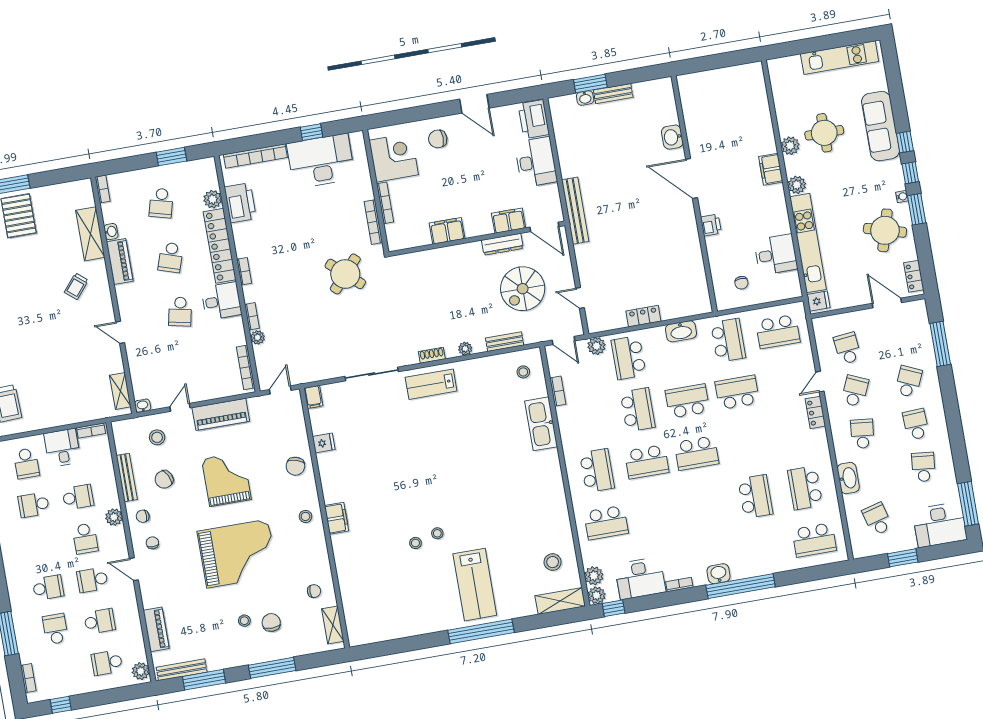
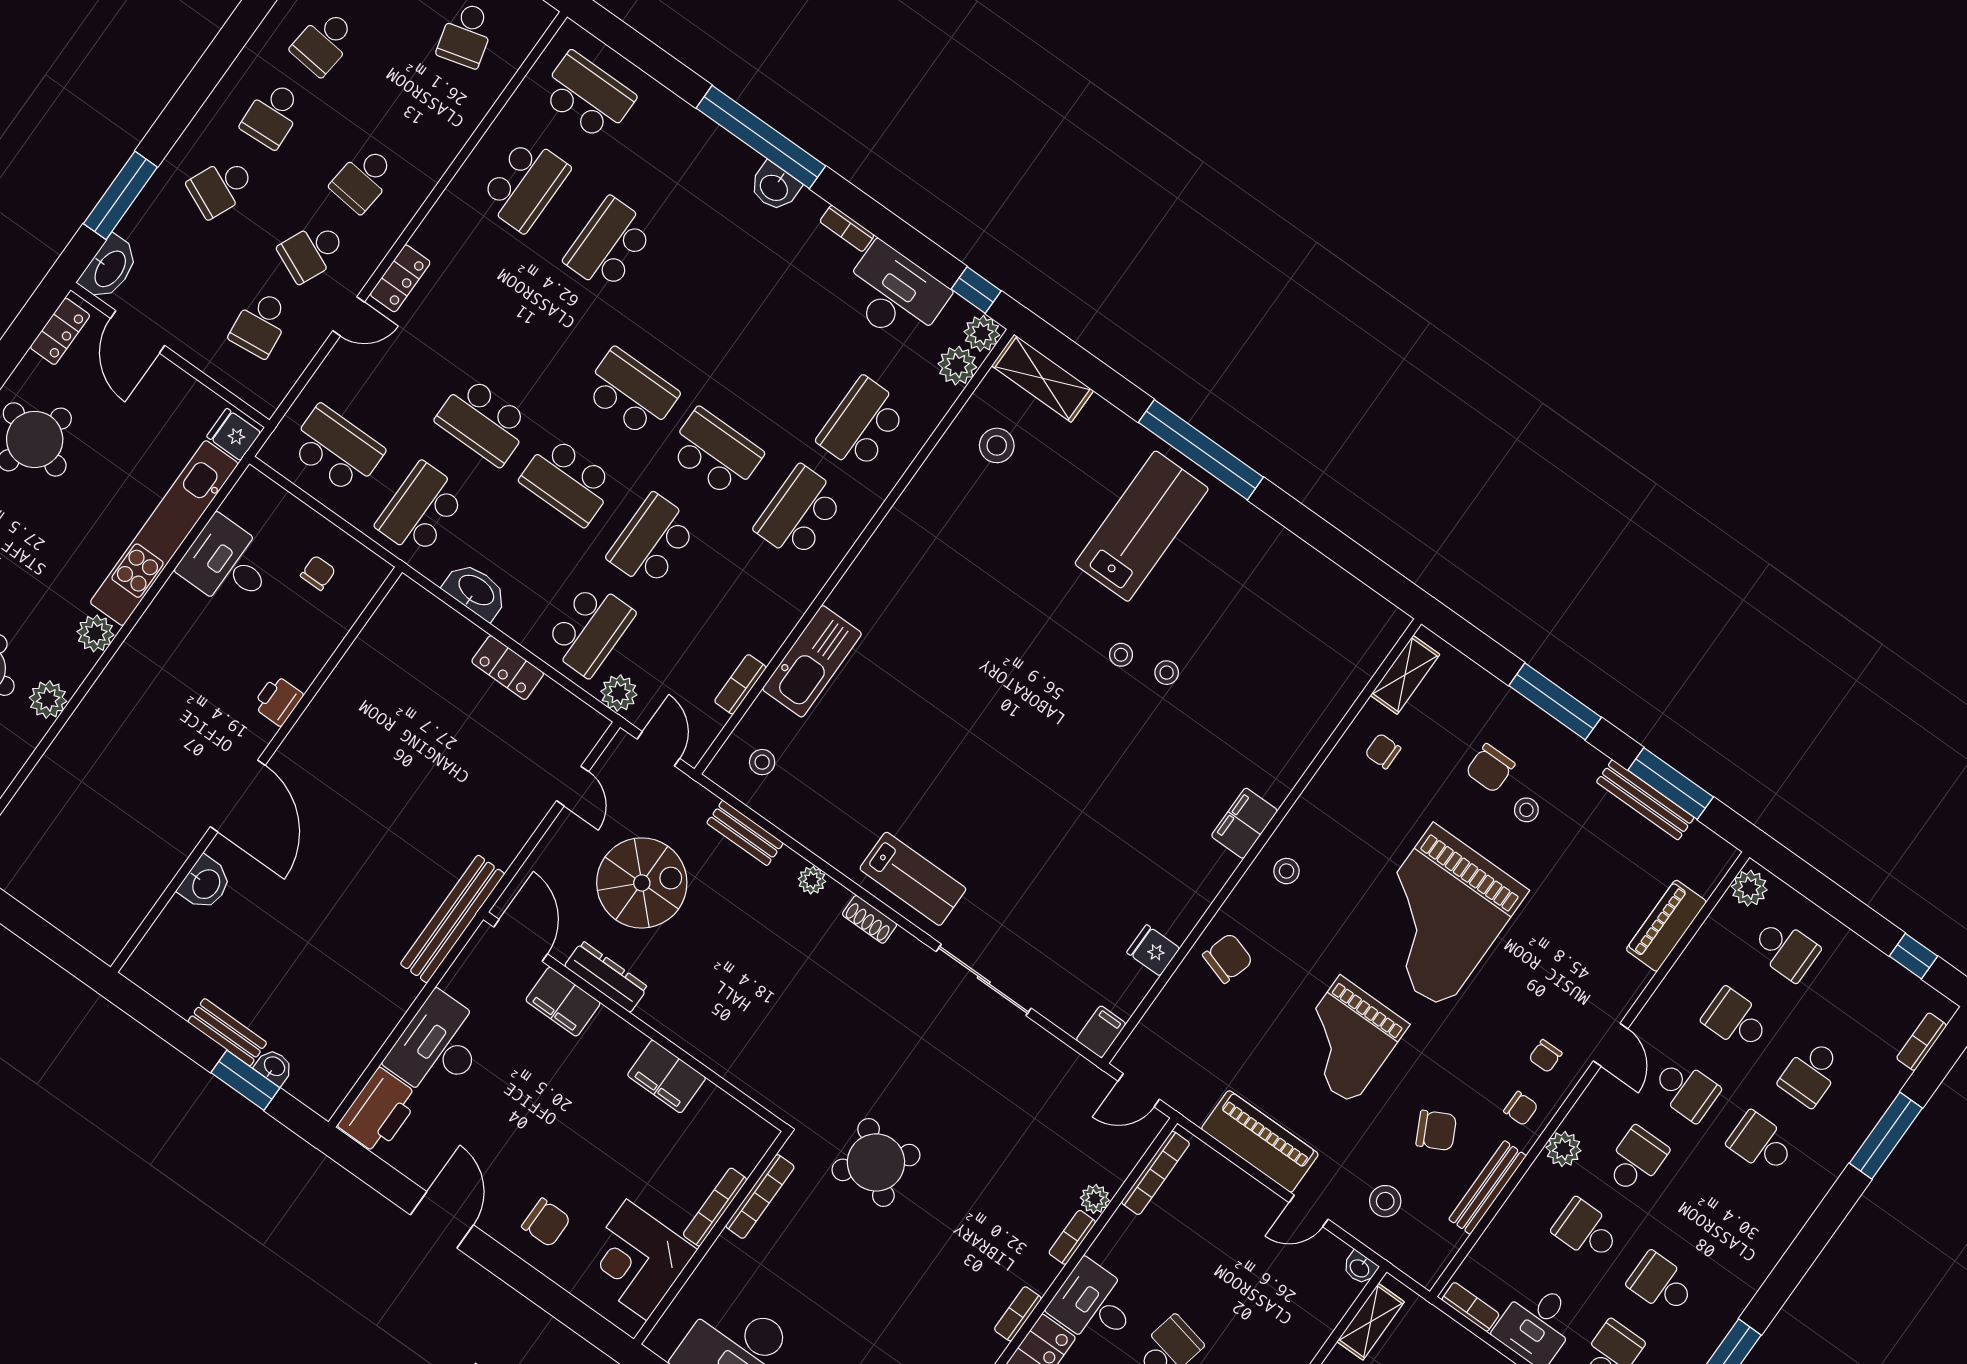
filing cabinet: (771, 169) -> (110, 694), removed
washbasin: (848, 478) -> (109, 268), moved, turned 180
school desk: (34, 505) -> (1661, 1284), turned 180
school desk: (606, 523) -> (862, 424), turned -90
grand piano: (238, 554) -> (1438, 917), turned -90
bench: (182, 670) -> (1645, 800), moved

